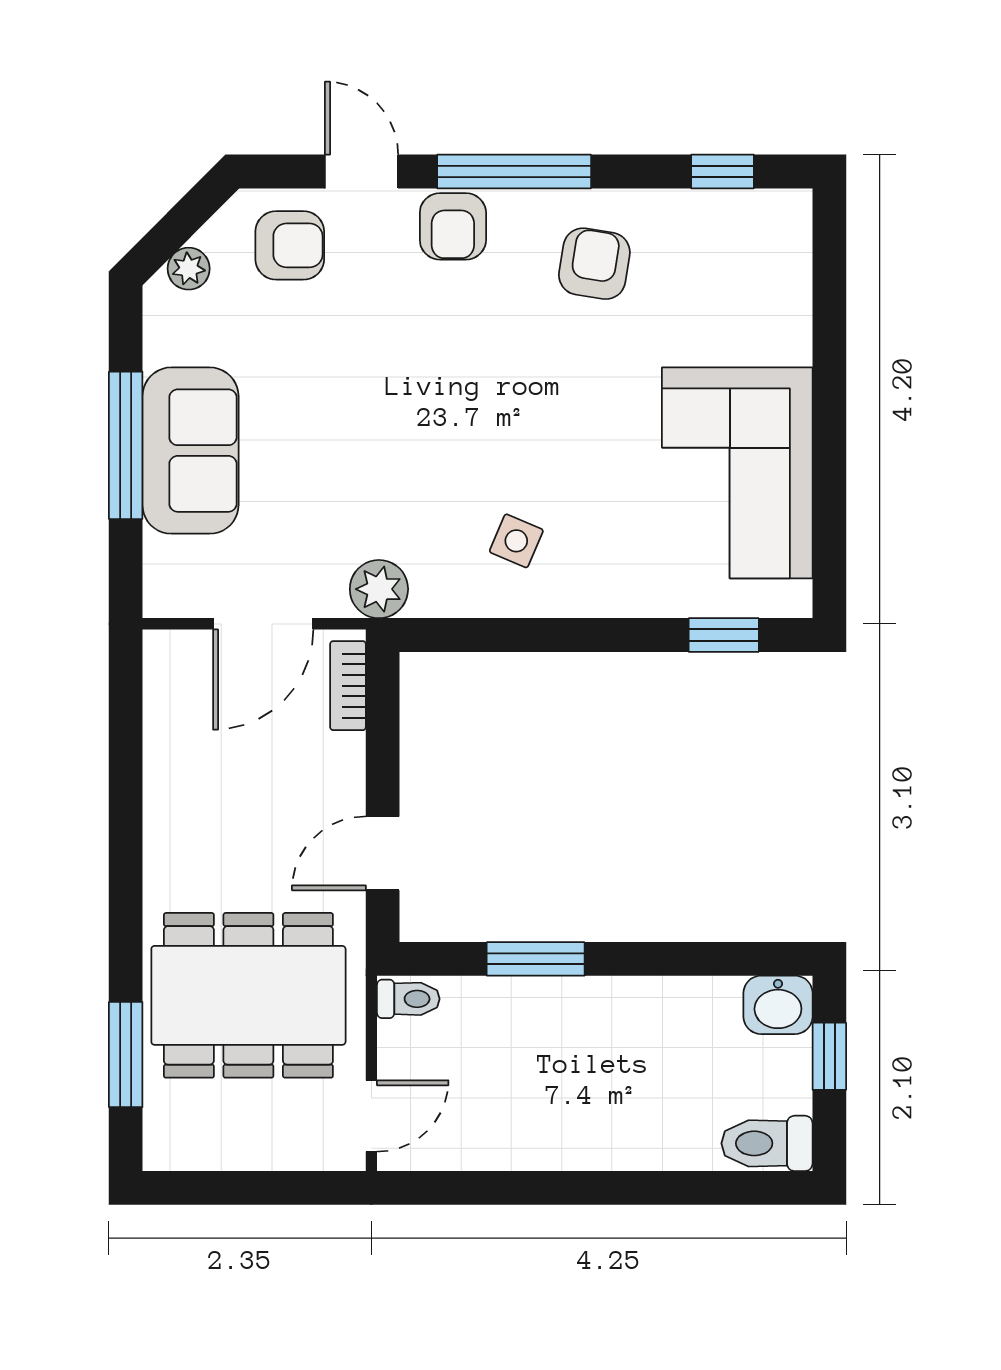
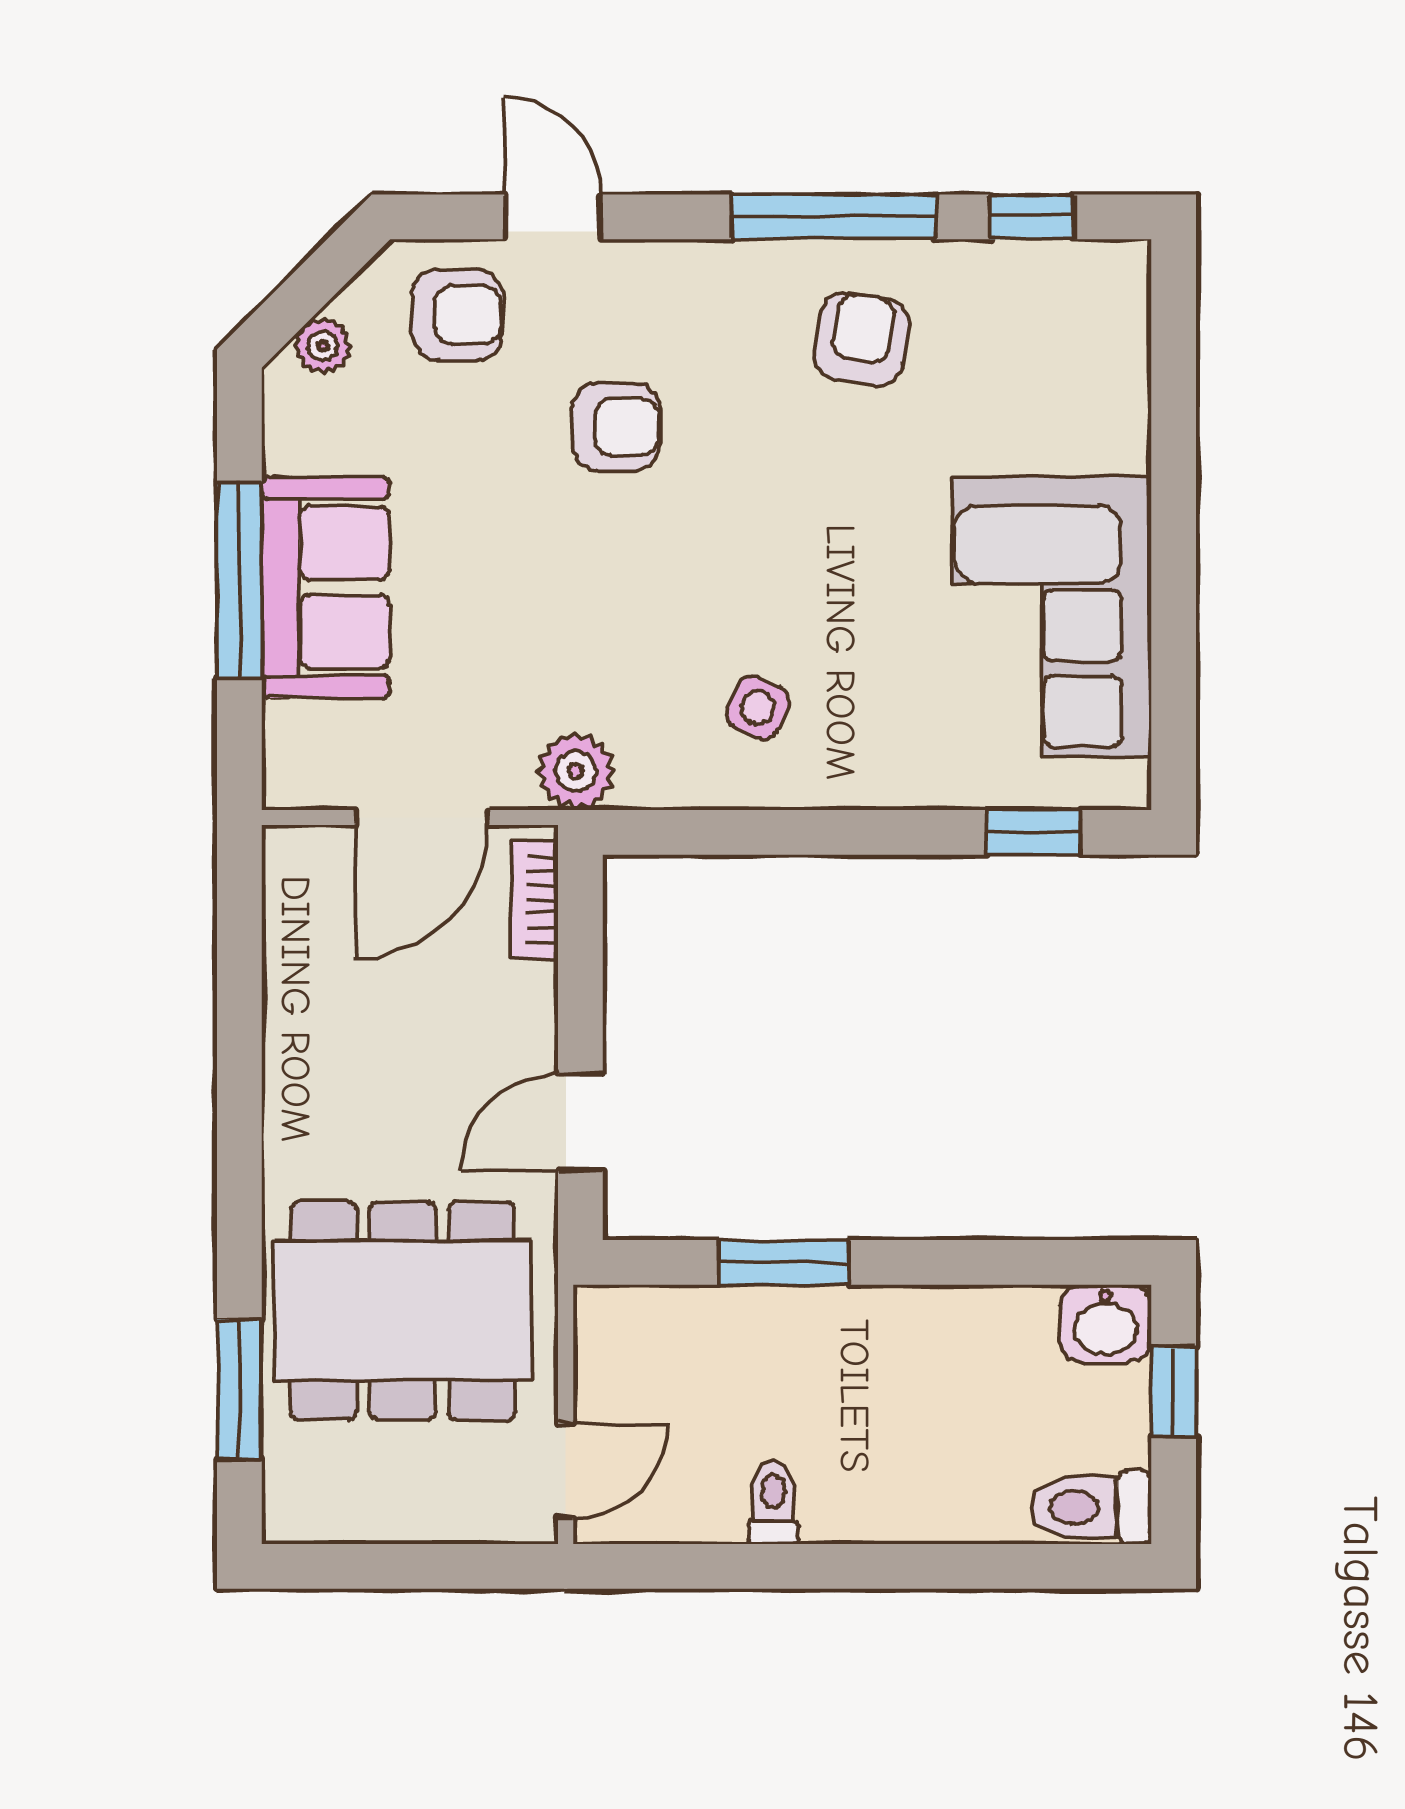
window: (514, 172) -> (834, 217), moved
armchair: (453, 226) -> (616, 427), moved, turned -90
toilet: (408, 999) -> (774, 1503), moved, turned -90

